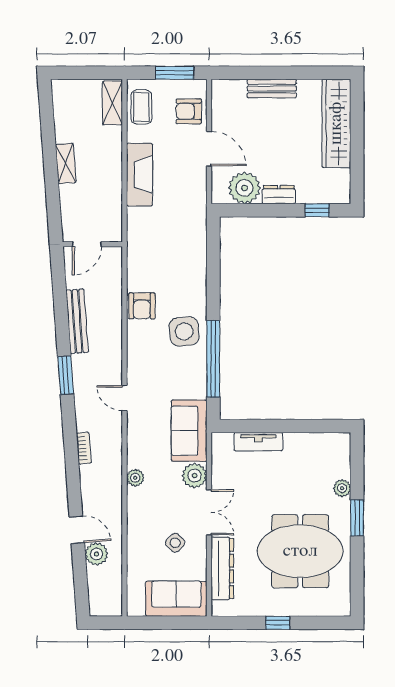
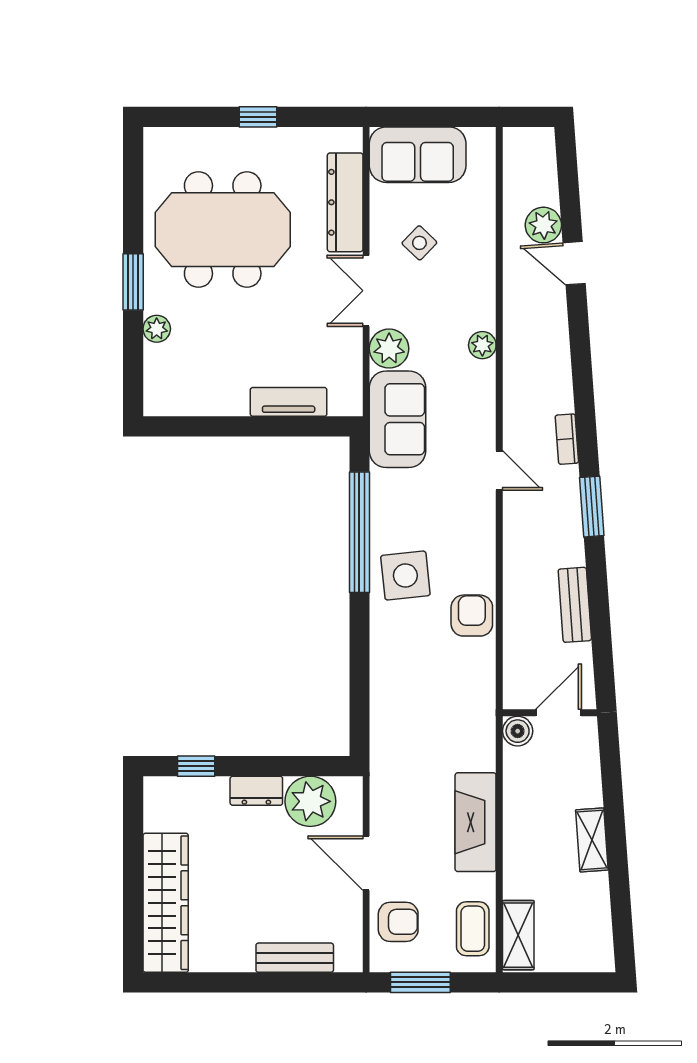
bench: (272, 89) -> (295, 958), moved
boiler: (113, 233) -> (518, 731), added
bench: (77, 321) -> (575, 605), width x0.73
bookcase: (84, 448) -> (567, 439), moved

